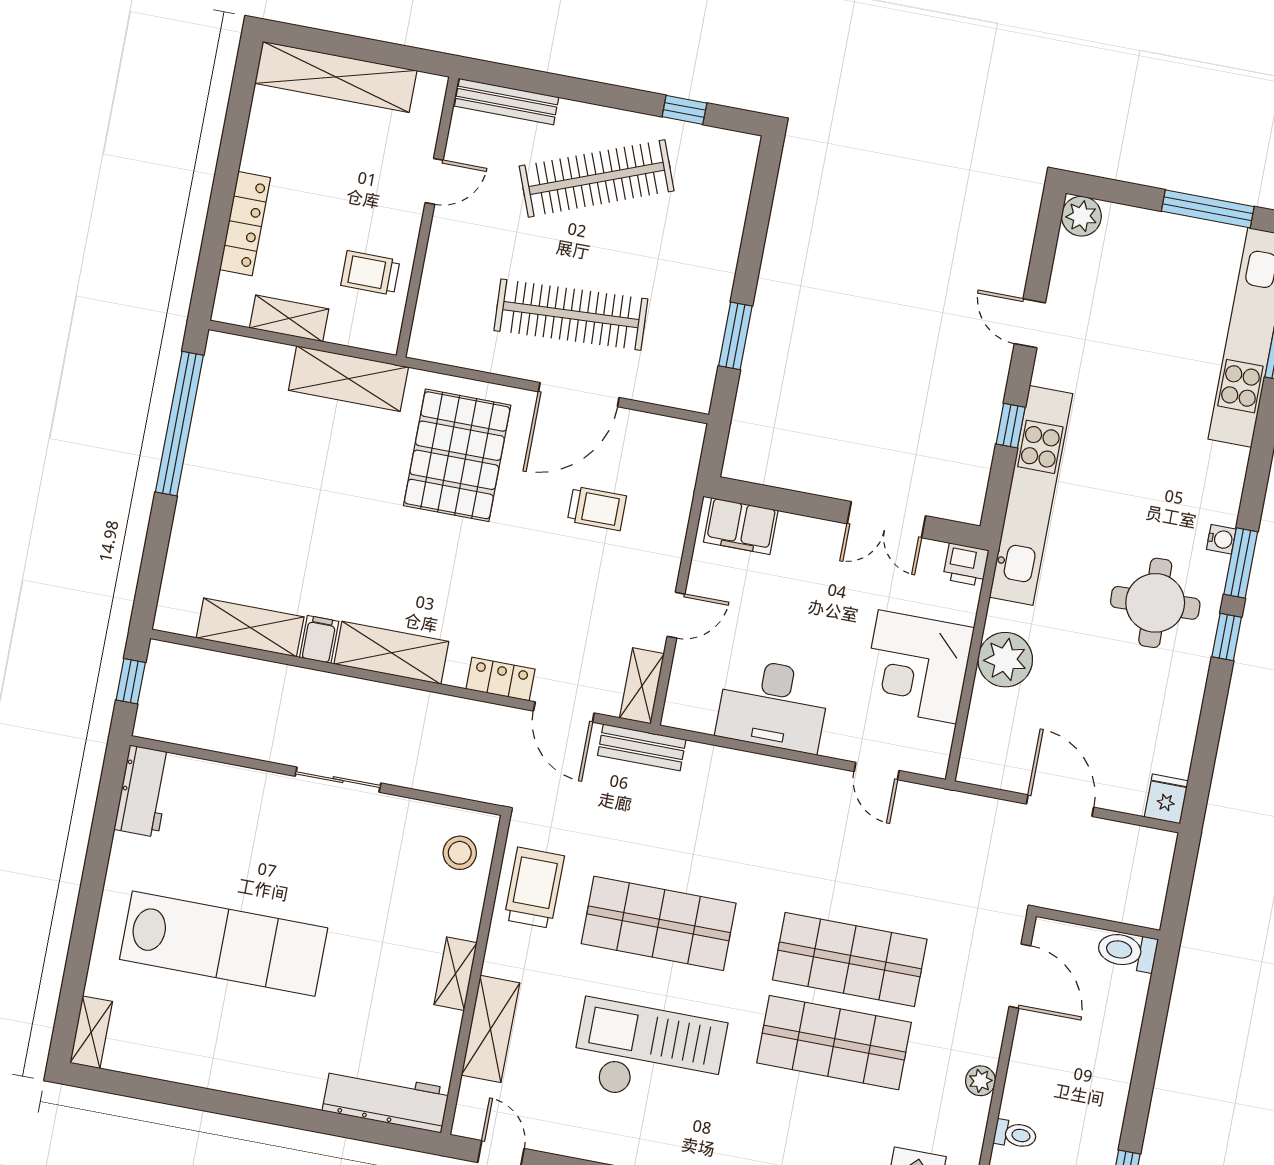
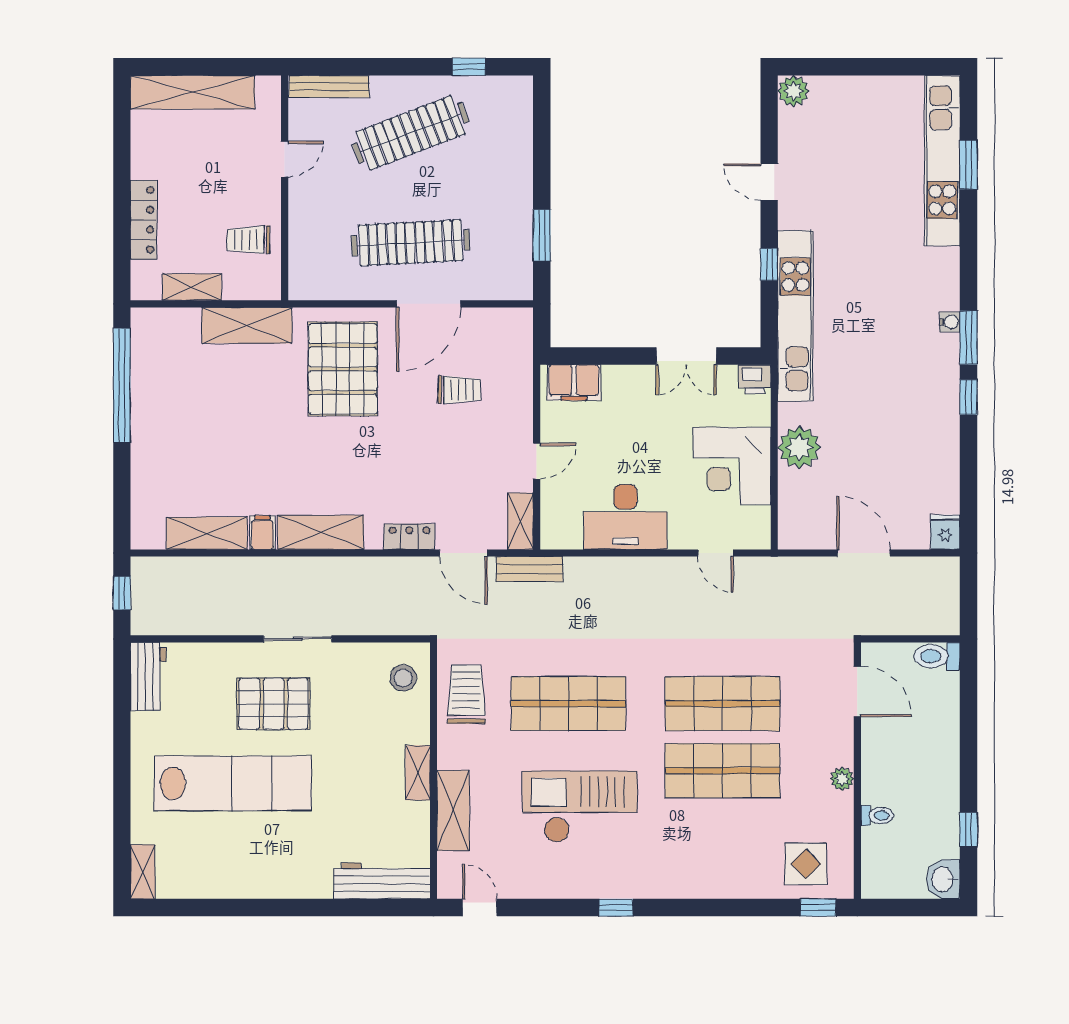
window: (1208, 209) -> (891, 67), removed
round table: (1155, 603) -> (908, 381), removed
pallet: (293, 854) -> (274, 704), added

